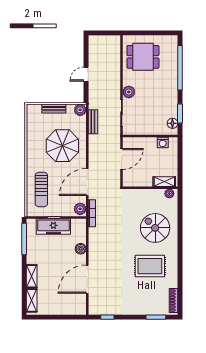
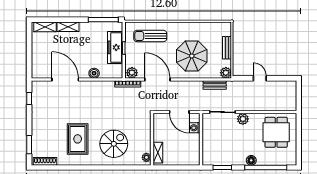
floor lamp: (172, 123) -> (251, 160), moved
washing machine: (163, 143) -> (195, 128), moved

